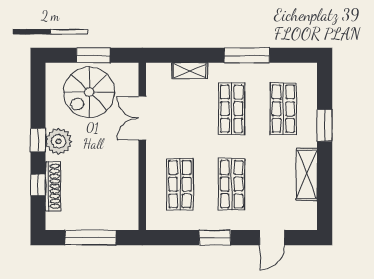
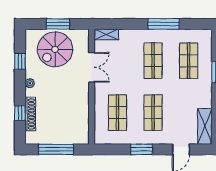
shelving: (190, 71) -> (106, 34), moved
double door: (142, 118) -> (92, 67), swing flipped
window: (38, 140) -> (20, 61), moved
plant: (59, 141) -> (30, 83), width x0.53, depth x0.53
shelving: (307, 174) -> (205, 126), moved

